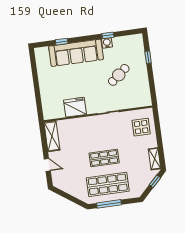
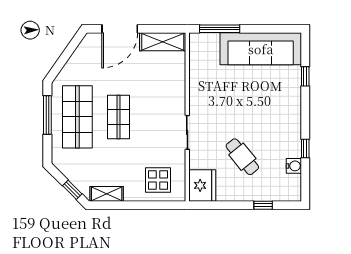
water cooler: (107, 43) -> (294, 166), moved
sofa: (76, 53) -> (261, 49), moved, turned -90
window: (39, 101) -> (220, 29), added
fridge: (75, 107) -> (202, 185), moved
door: (47, 165) -> (120, 29), width x1.87

